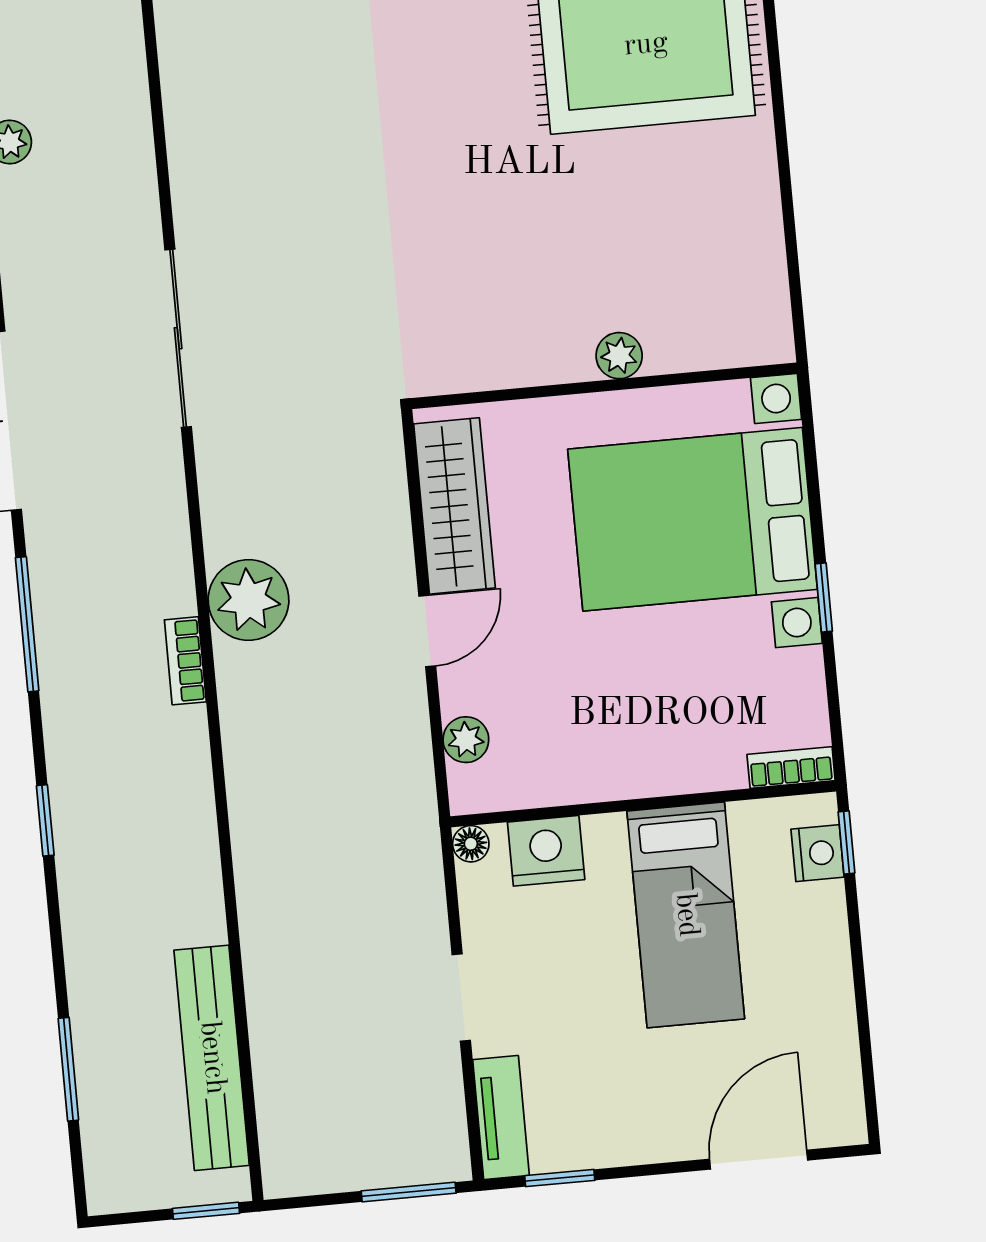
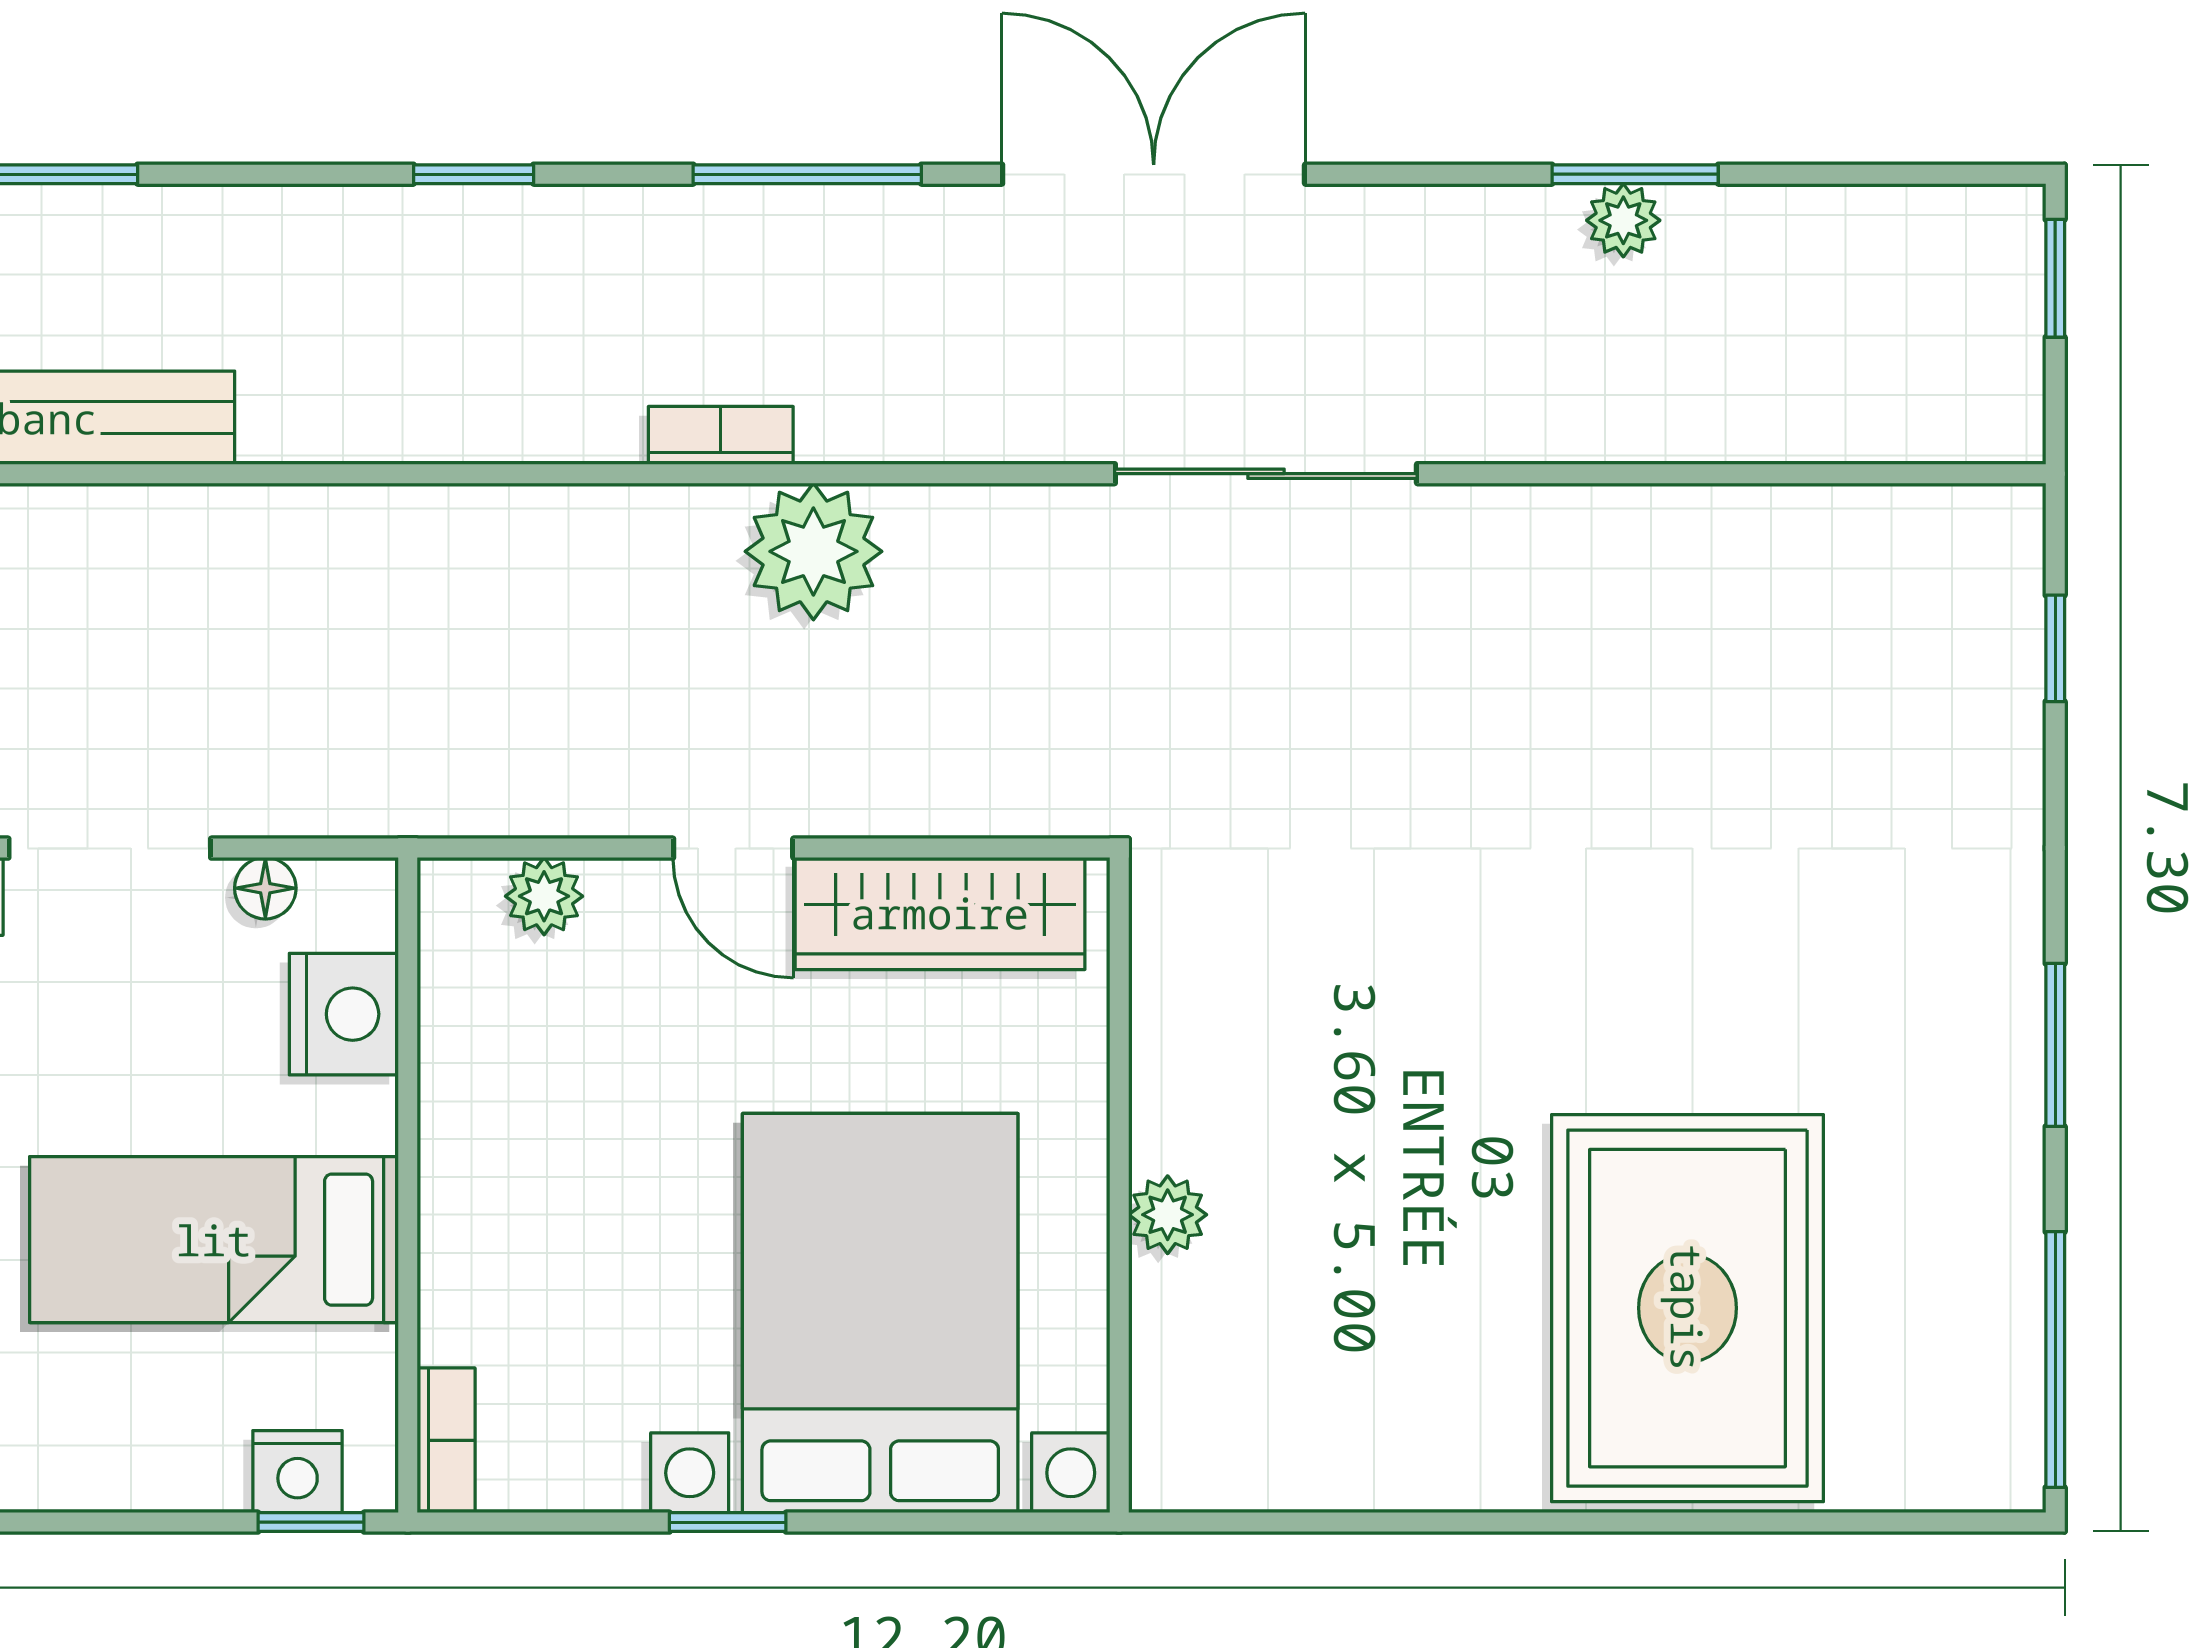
floor lamp: (471, 844) -> (265, 888), moved
doorway: (461, 998) -> (110, 848), width x1.38

